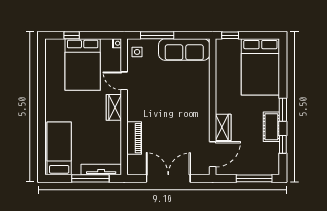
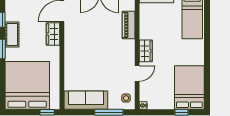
bed: (83, 64) -> (189, 87), moved
bed: (260, 67) -> (27, 85), width x1.36
door: (124, 81) -> (137, 73), hinge flipped

